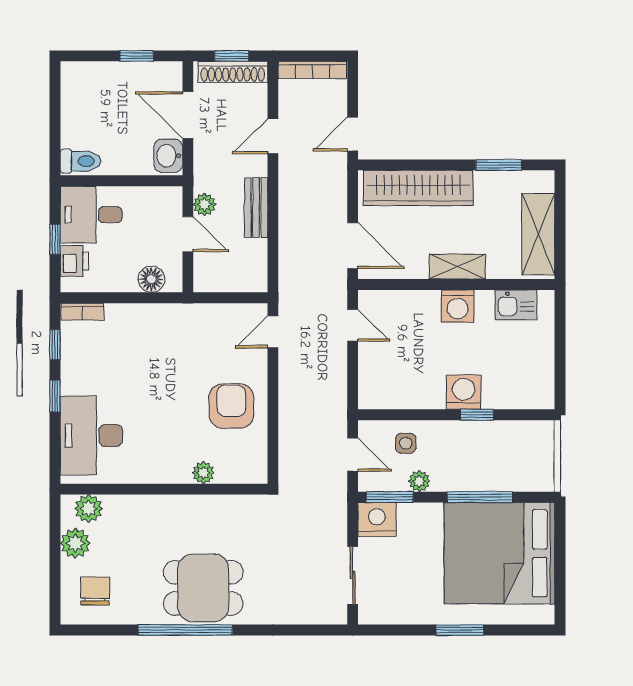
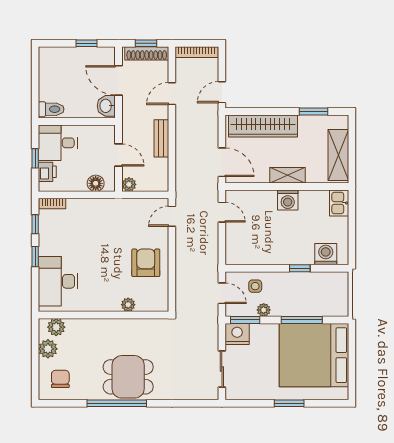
plant: (204, 205) -> (129, 184), moved
kitchen sink: (516, 305) -> (339, 203), moved, turned 90
washing machine: (464, 392) -> (326, 254), moved

